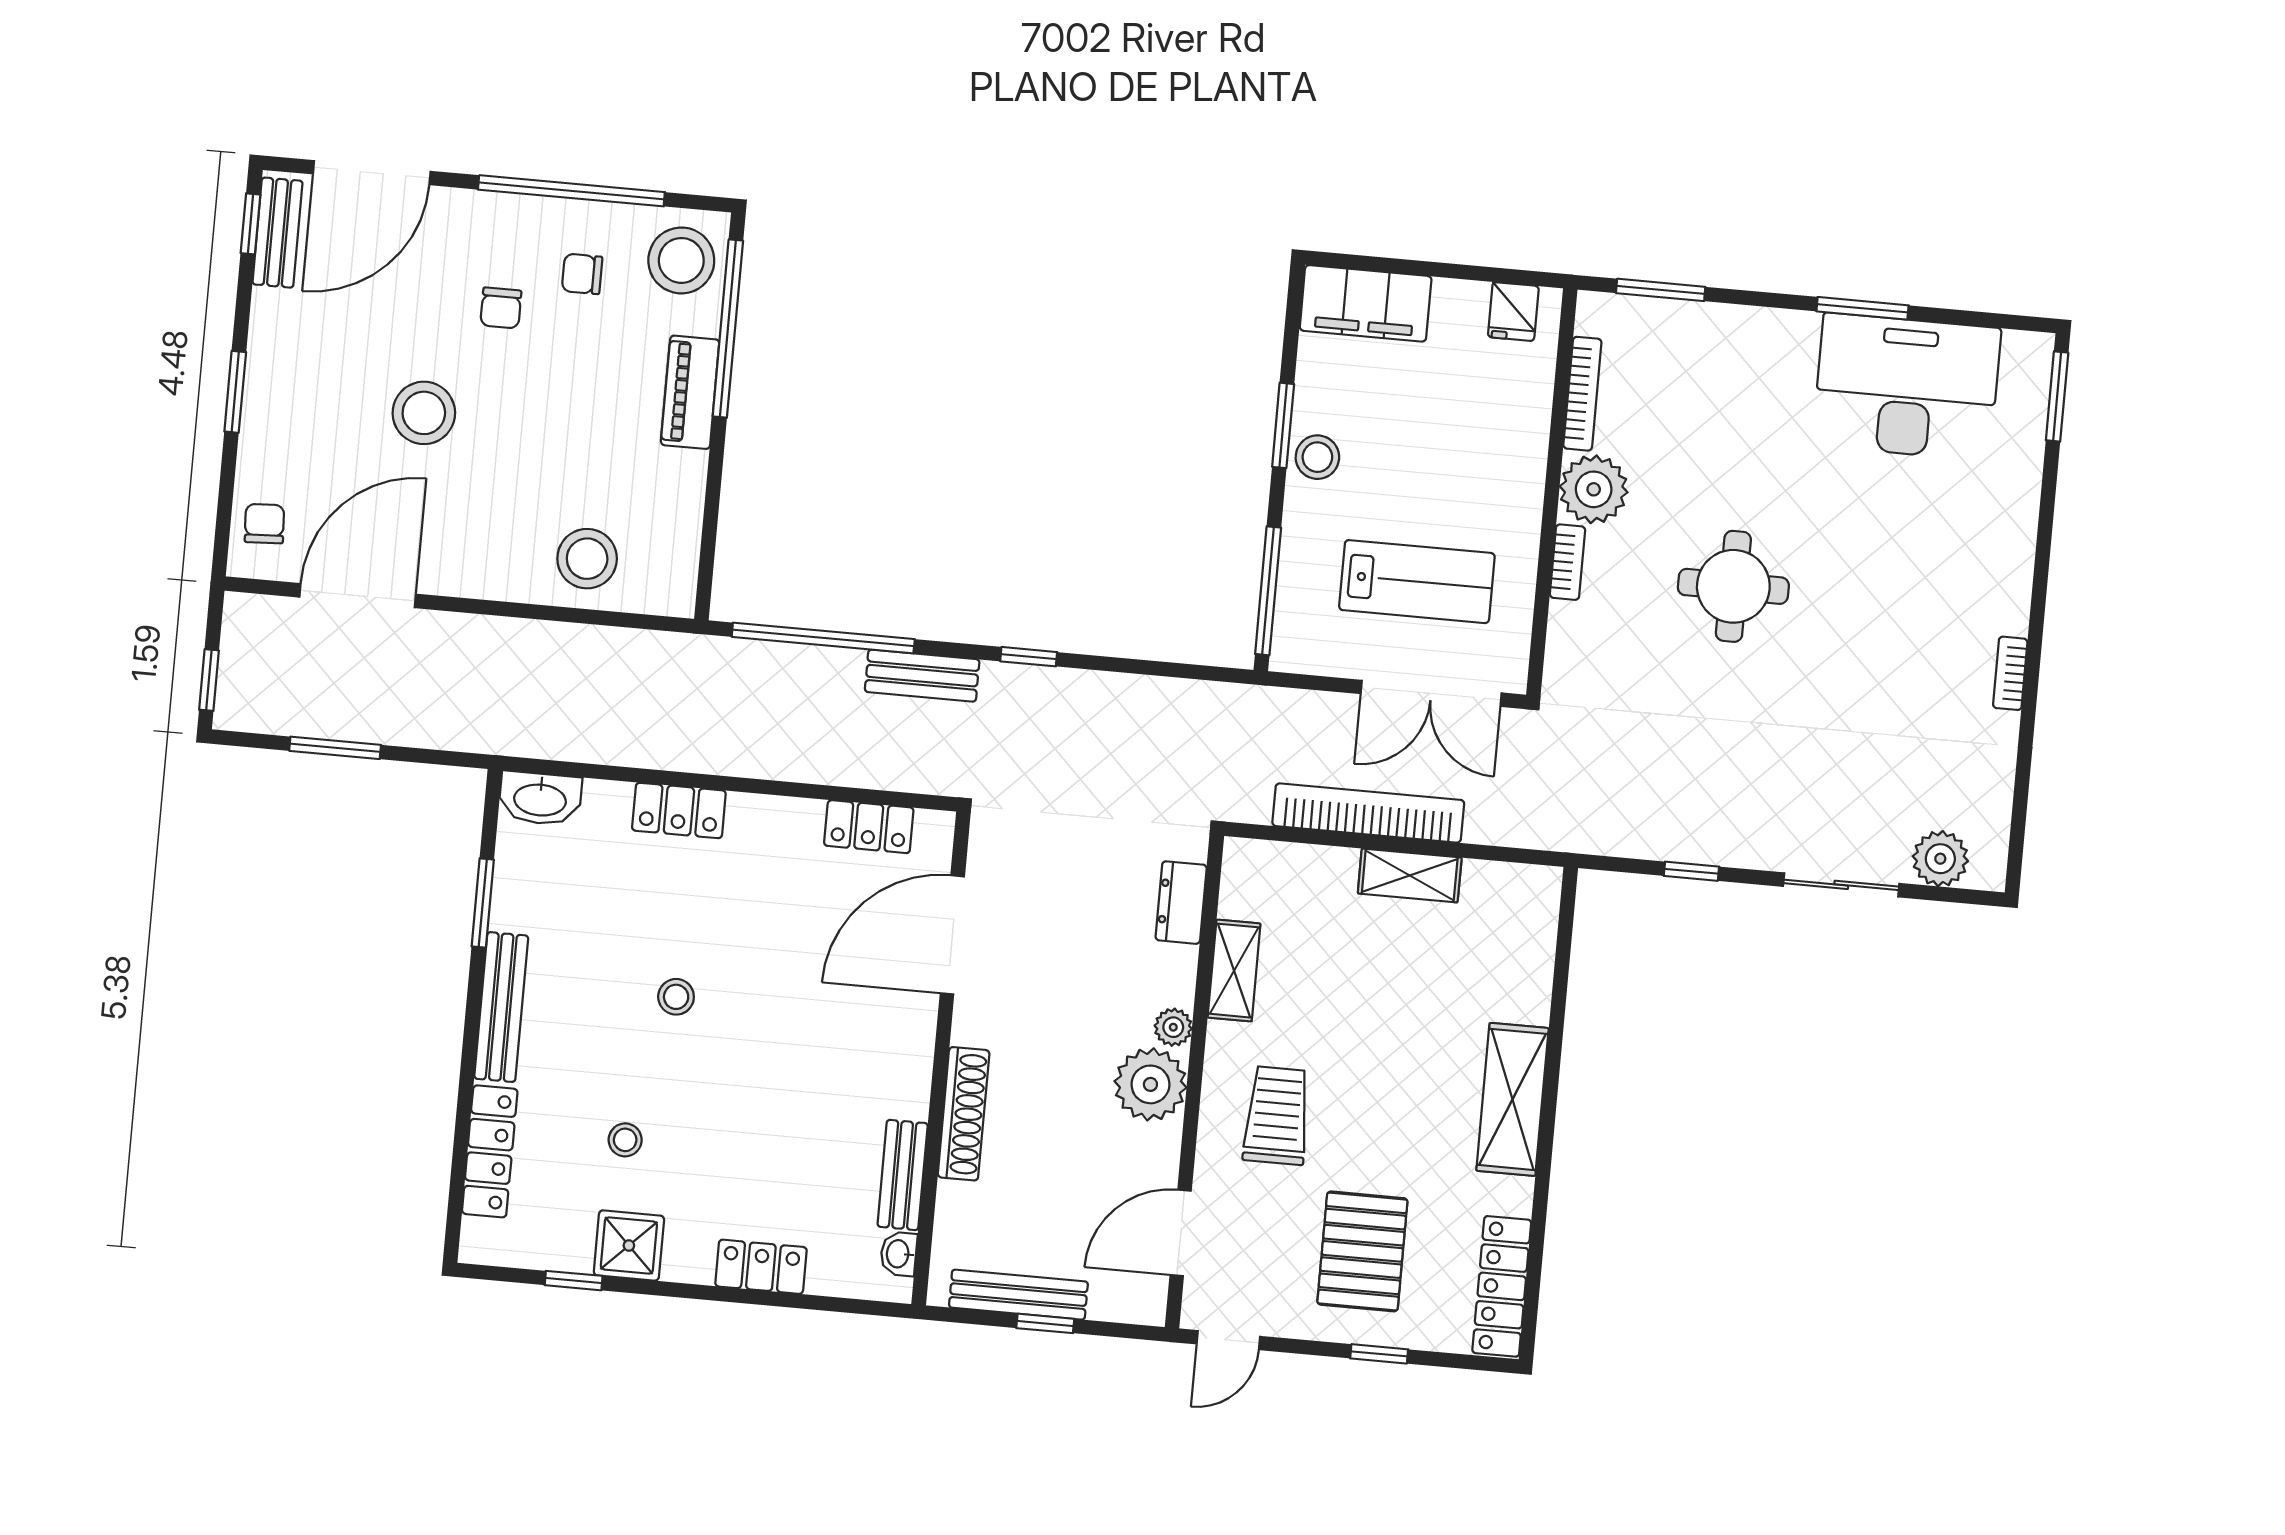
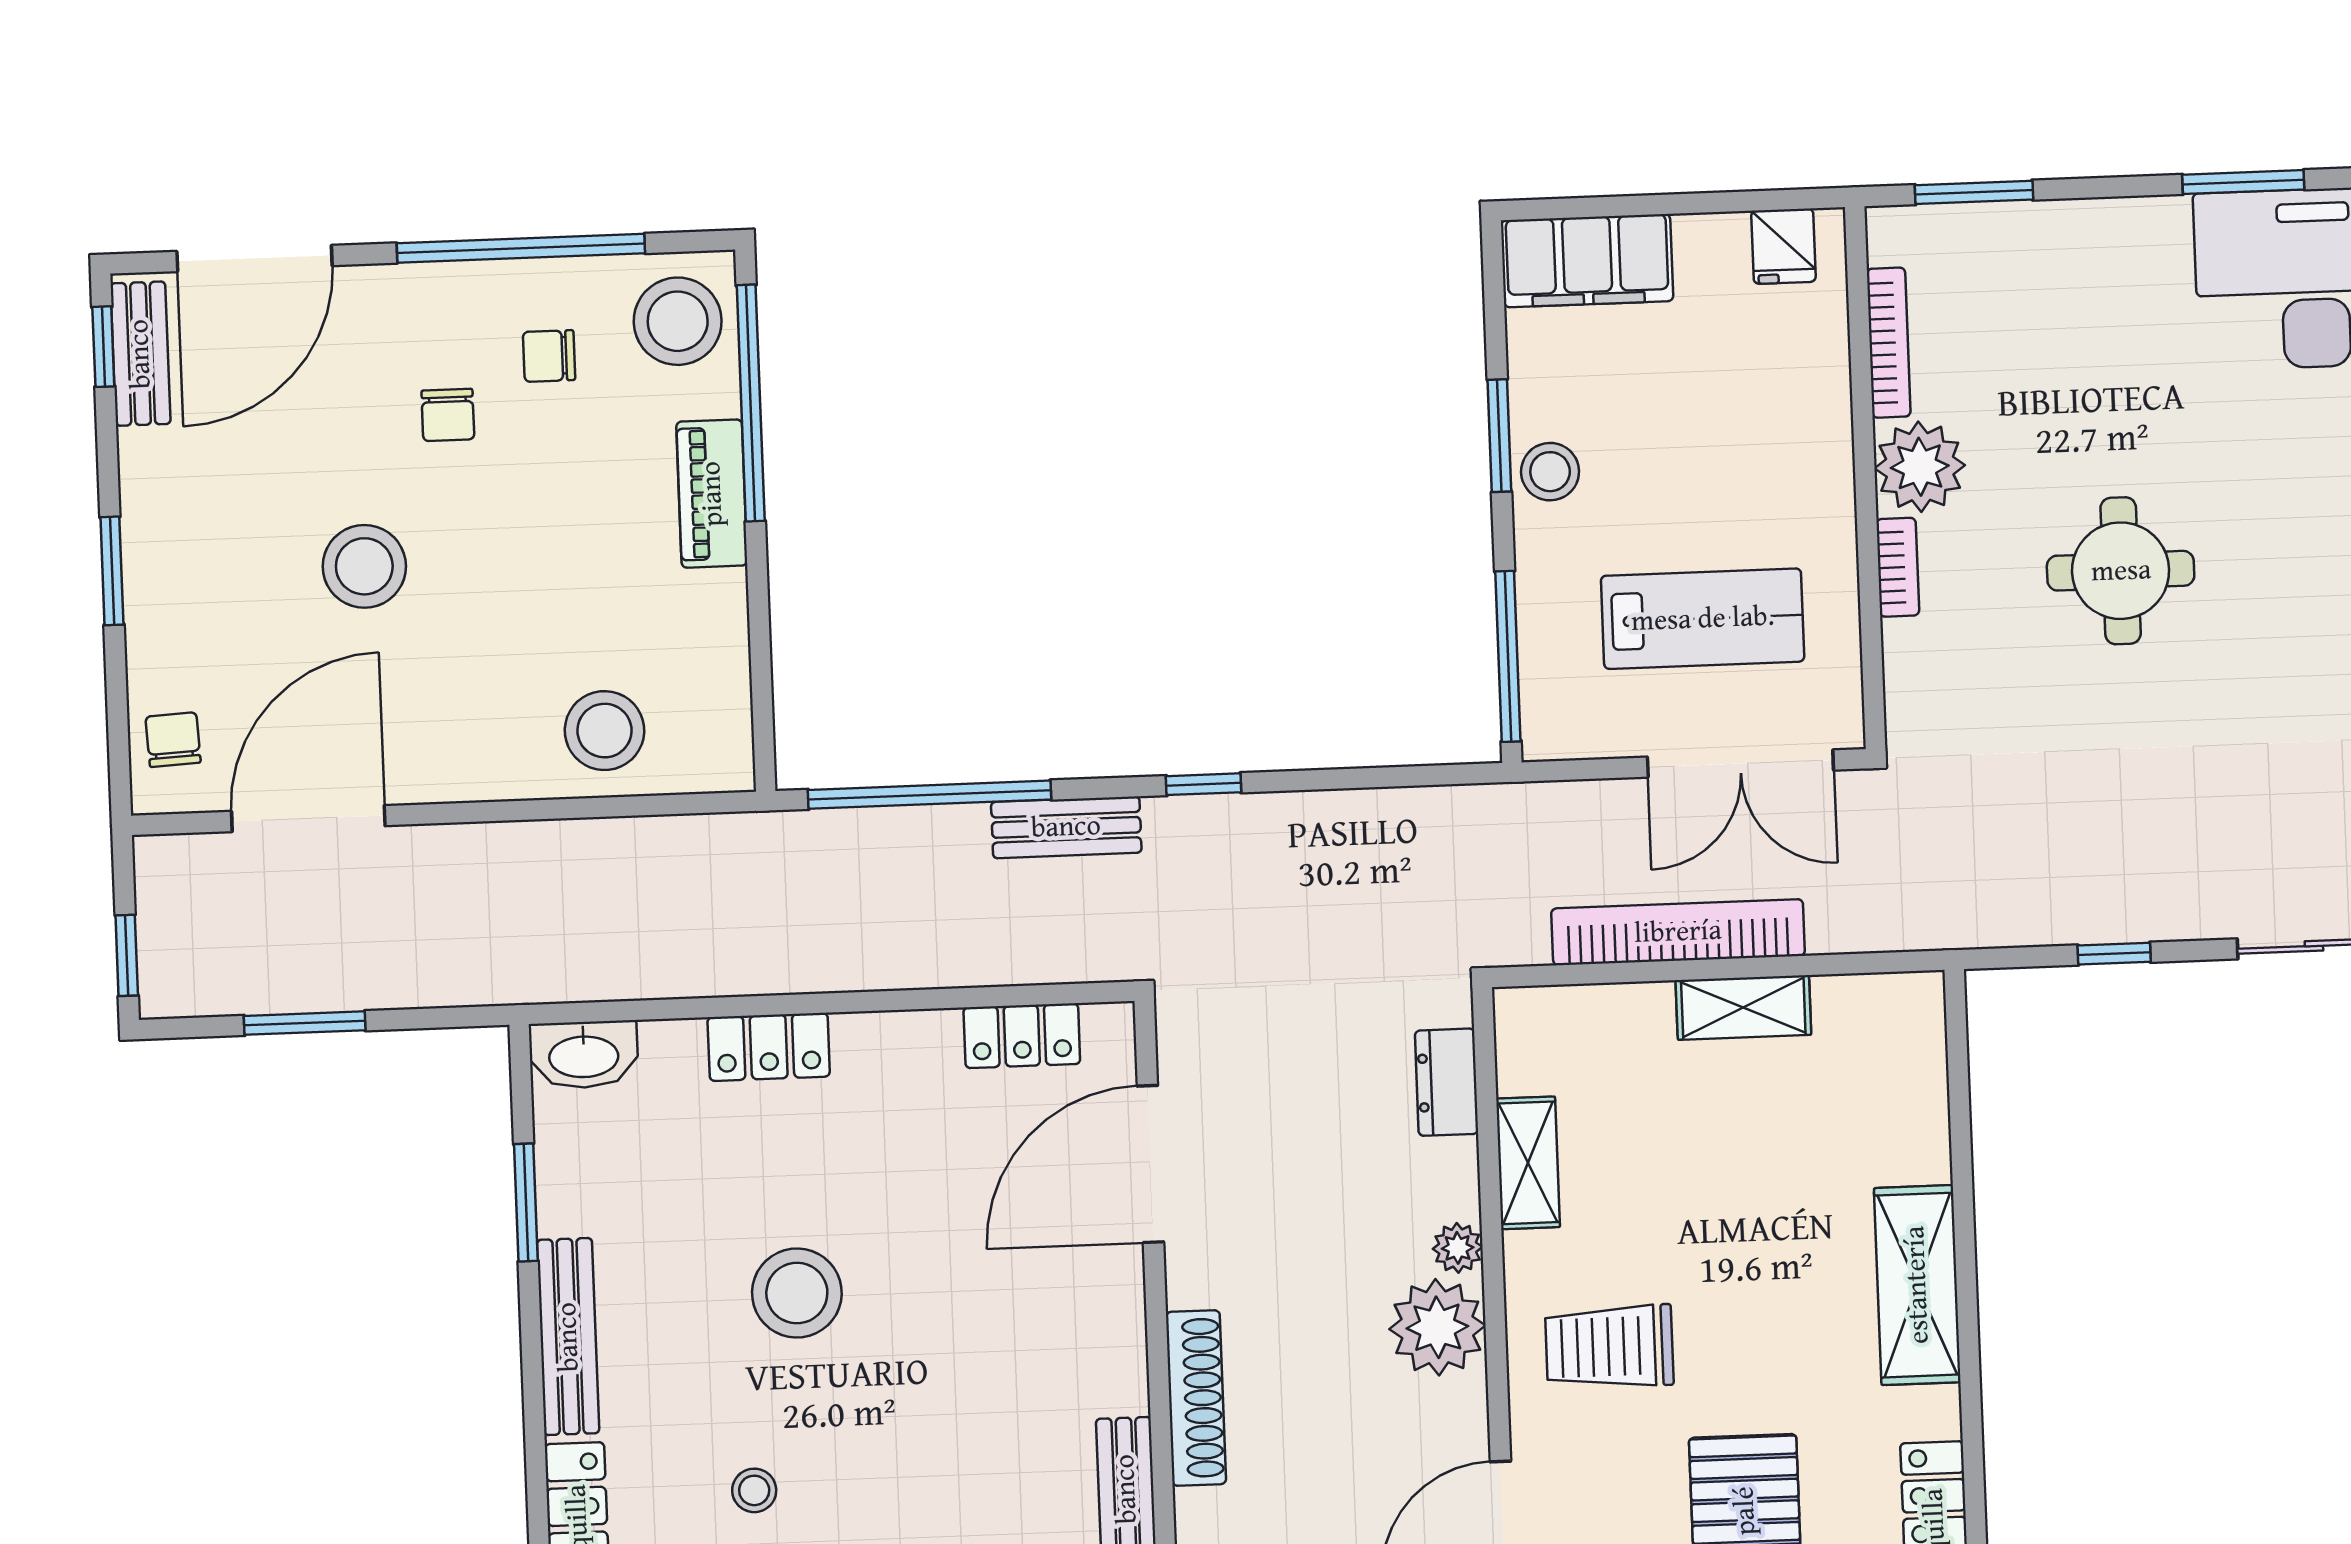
stool: (676, 997) -> (797, 1293), width x1.89, depth x1.89
trolley: (1277, 1116) -> (1609, 1347), turned -90

